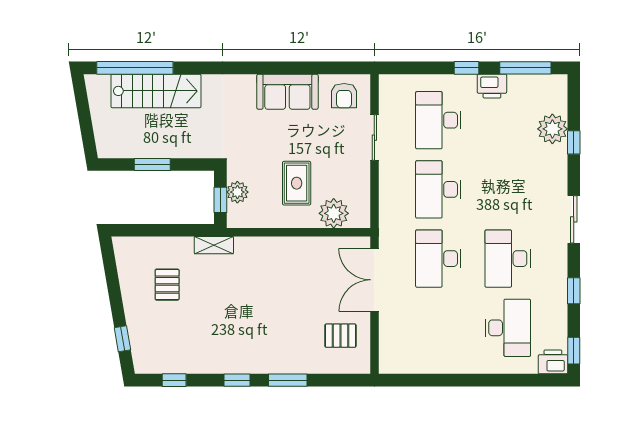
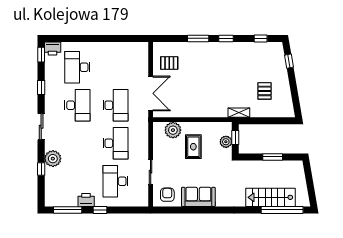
desk: (438, 120) -> (115, 181), turned 180
plant: (552, 129) -> (53, 159), moved

